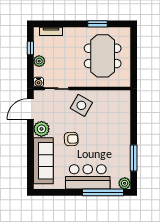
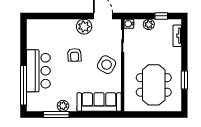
meeting table: (103, 56) -> (154, 85), turned 90
sofa: (43, 161) -> (99, 102), moved, turned 180
plant: (125, 183) -> (63, 106), moved

